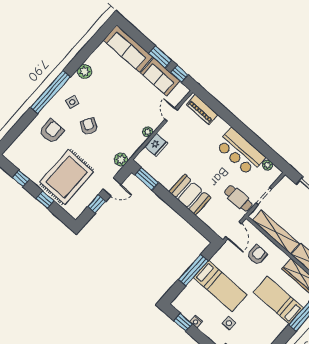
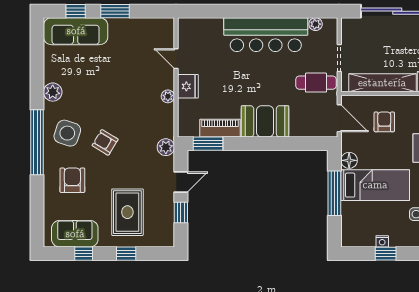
window: (179, 74) -> (76, 11), moved
sofa: (160, 77) -> (75, 234), moved, turned 180
side table: (72, 102) -> (67, 133), width x1.87, depth x1.87
piano: (202, 110) -> (220, 128), moved, turned 180
fridge: (156, 145) -> (188, 86), moved
bar counter: (240, 152) -> (266, 35), width x1.36
rug: (67, 177) -> (127, 212), width x0.73, depth x0.69
floor lamp: (218, 259) -> (349, 160), added
window: (183, 322) -> (386, 254), moved

